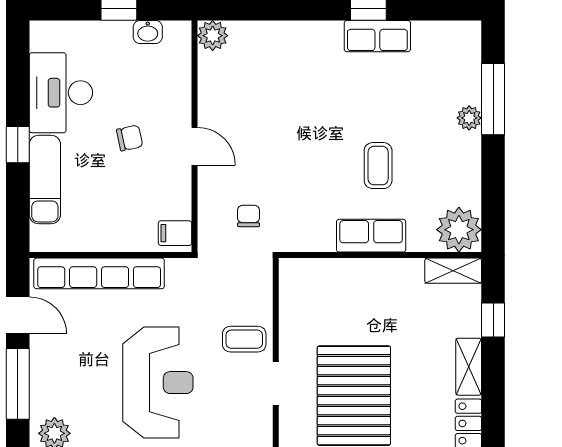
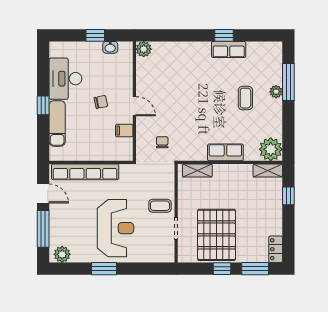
coffee table: (378, 166) -> (245, 98), moved
filing cabinet: (175, 233) -> (124, 131), moved
shelving: (469, 367) -> (197, 171), moved, turned 90

